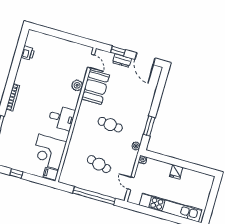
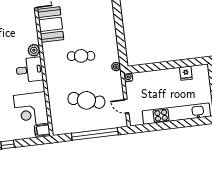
plant: (77, 85) -> (34, 50), moved
window: (149, 126) -> (121, 41), removed
cafe table: (99, 164) -> (86, 100), width x1.37, depth x1.35
fridge: (176, 172) -> (186, 73), moved

